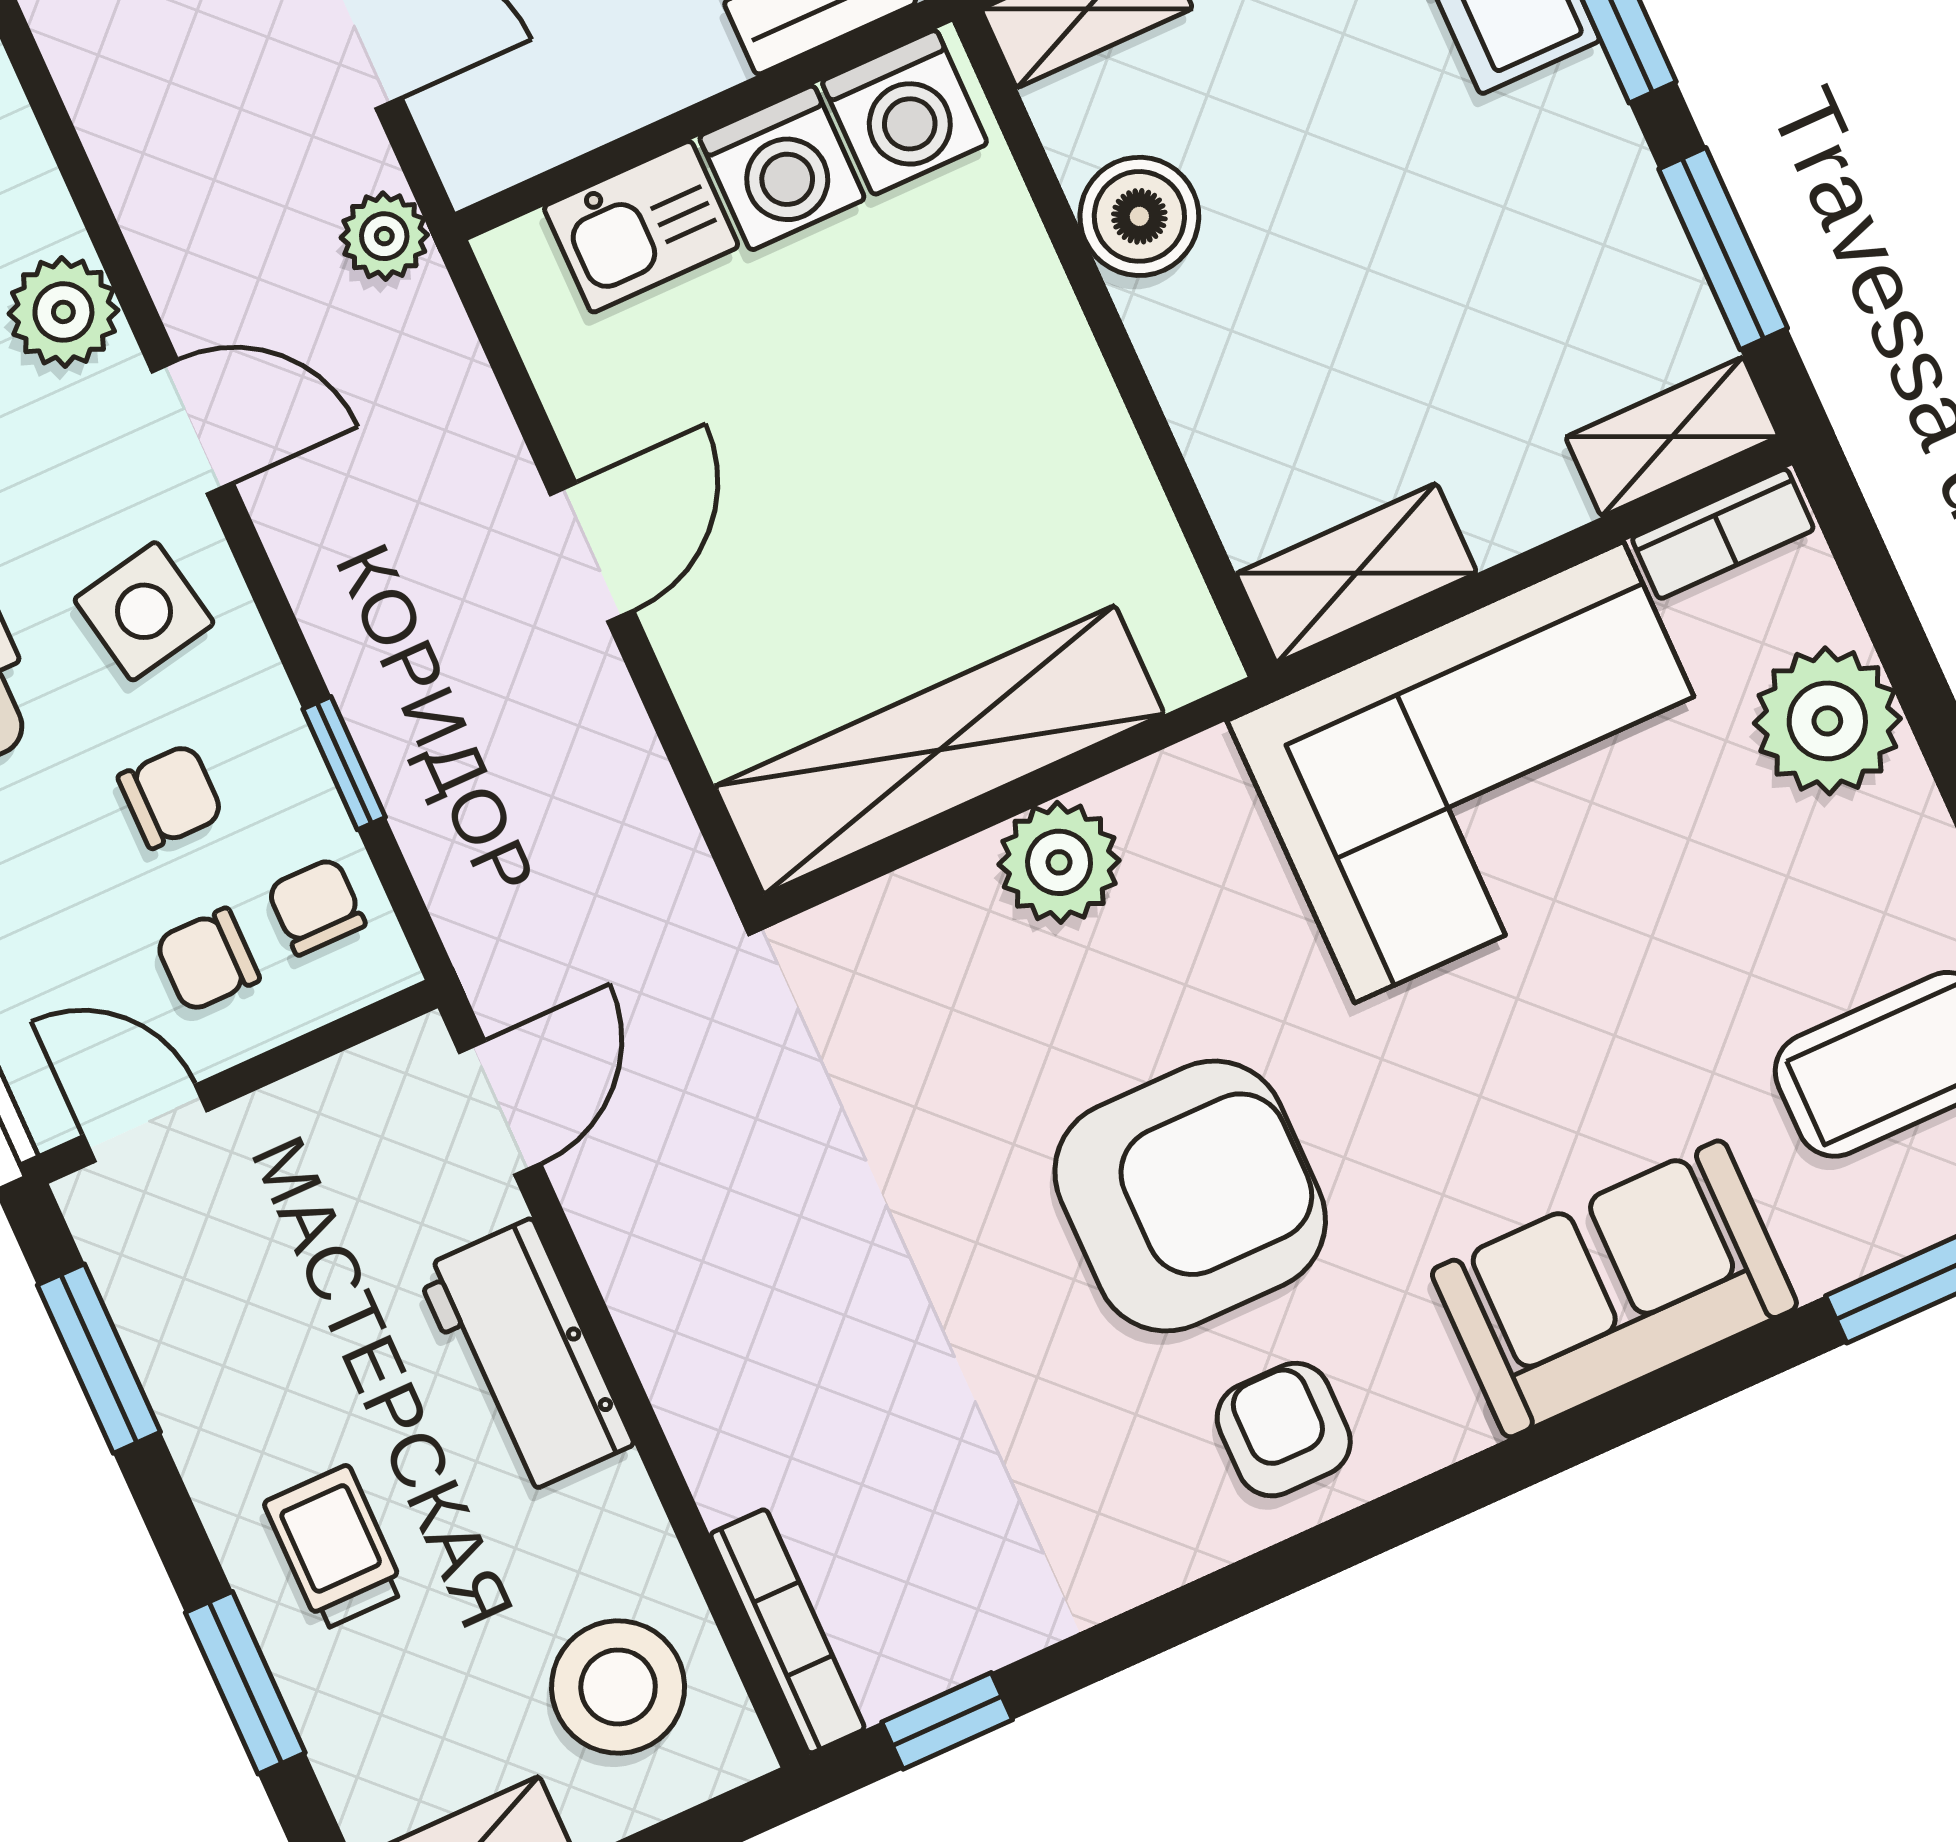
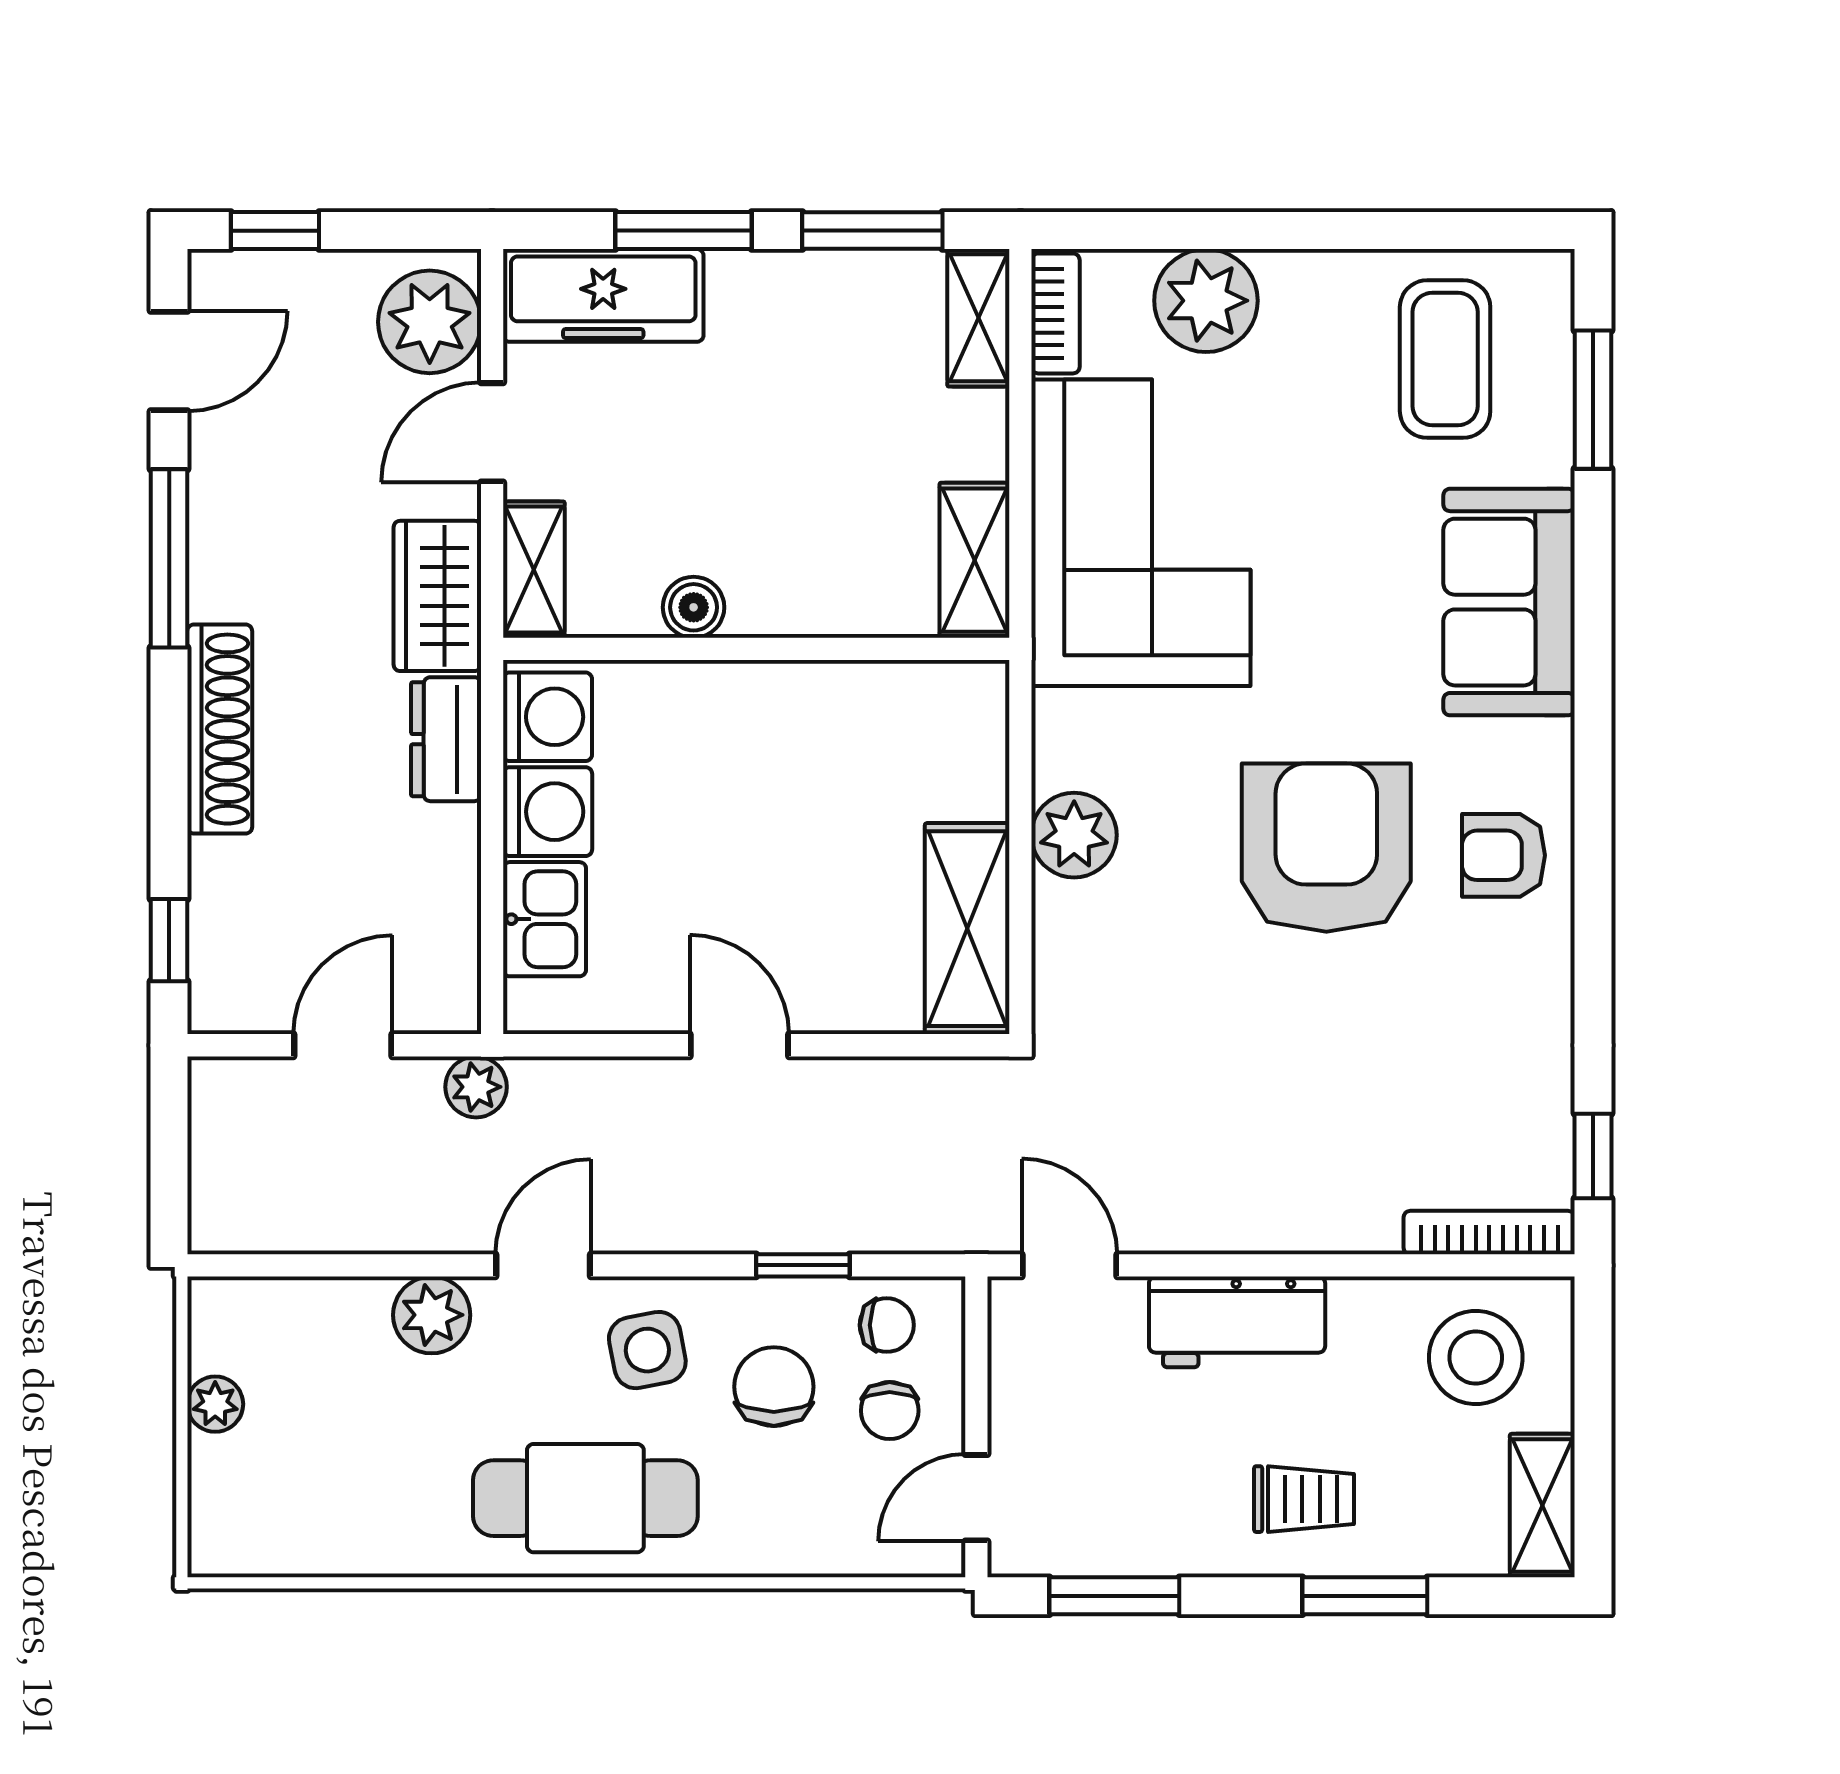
boiler: (1139, 216) -> (694, 607), width x0.73, depth x0.73
shelving: (940, 750) -> (967, 929), width x0.68
chair: (171, 796) -> (774, 1387), width x1.37, depth x1.37
chair: (316, 906) -> (887, 1325), turned 180
trolley: (335, 1547) -> (1304, 1499), turned 180

